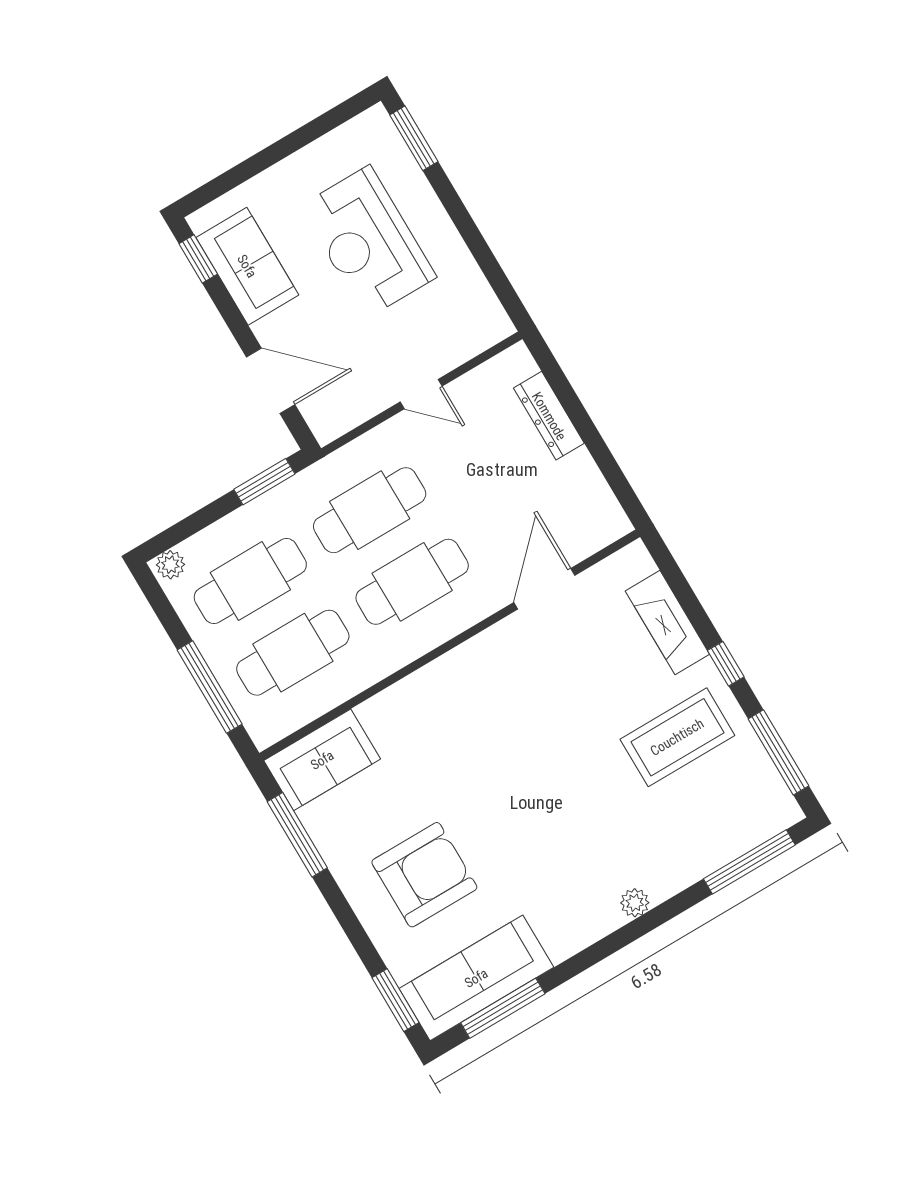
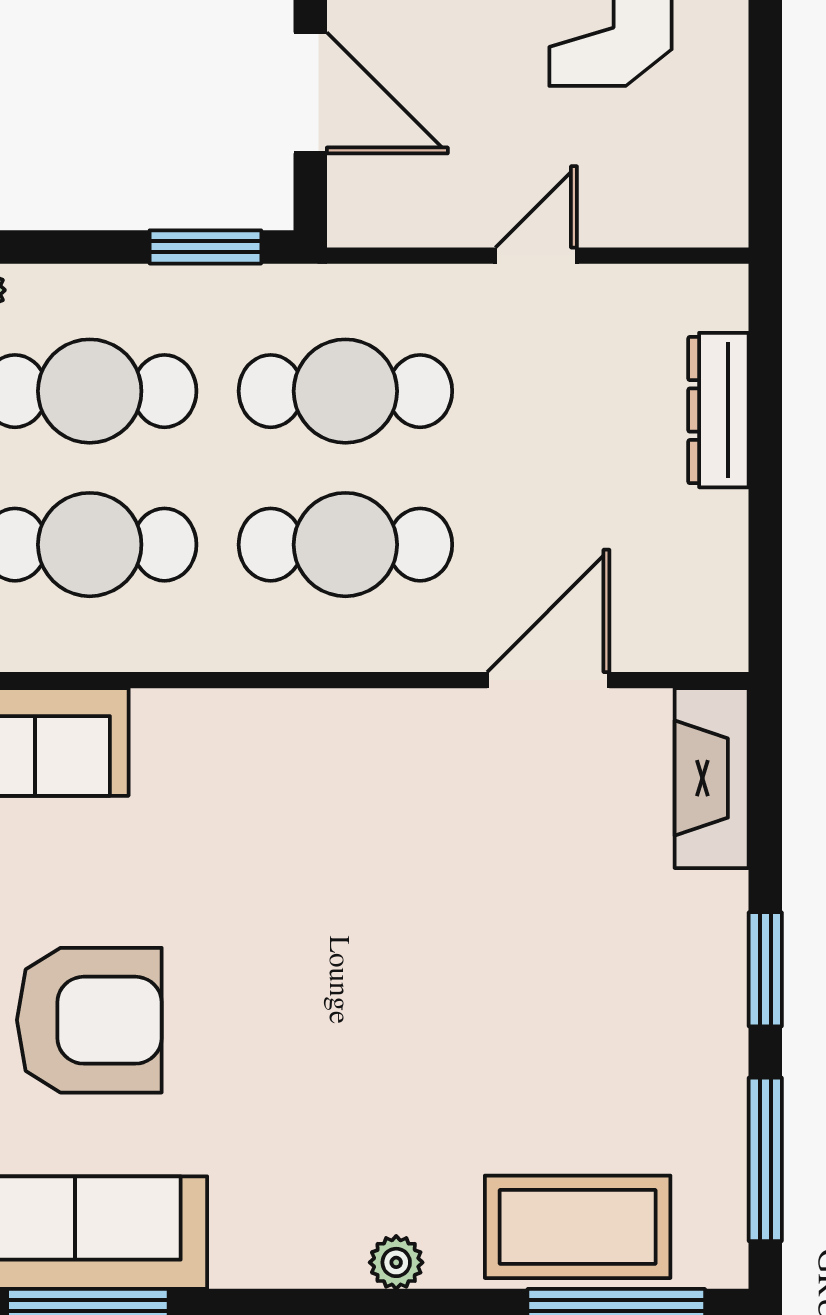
door: (421, 394) -> (536, 256), swing flipped
fireplace: (667, 623) -> (712, 778), moved
window: (726, 664) -> (765, 969), width x1.50
coffee table: (677, 737) -> (578, 1227), moved

